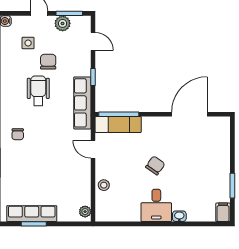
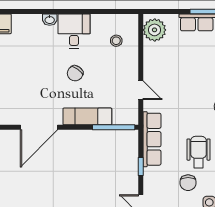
wheelchair: (38, 91) -> (199, 152), turned 180
exam couch: (118, 124) -> (87, 116), moved
stool: (104, 185) -> (116, 41), moved
plant: (85, 212) -> (155, 30), width x1.88, depth x1.88

